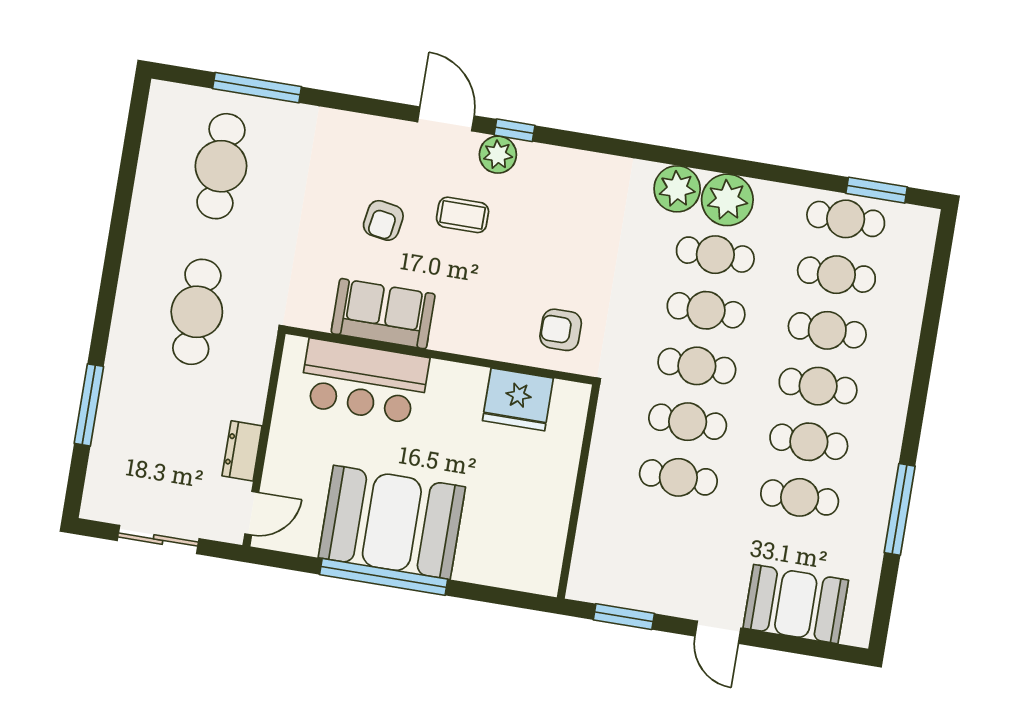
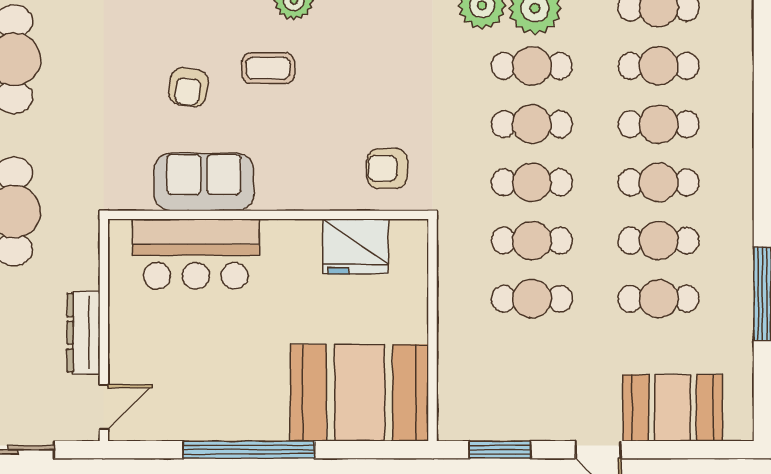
dresser: (242, 451) -> (84, 333), width x1.44
booth: (392, 522) -> (359, 393), moved

